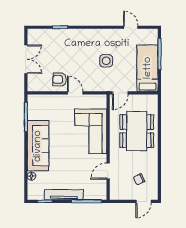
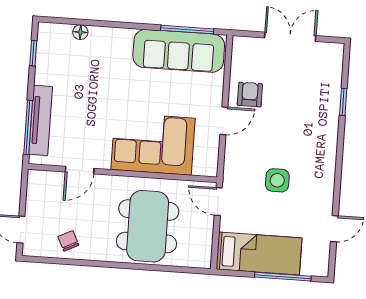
double door: (26, 59) -> (290, 37), swing flipped
dining table: (137, 131) -> (148, 226), turned 90
sofa: (38, 146) -> (179, 51), moved
door: (108, 171) -> (80, 170), swing flipped
chair: (139, 179) -> (68, 241), moved
tv unit: (64, 195) -> (41, 120), moved

